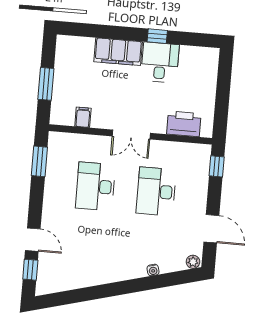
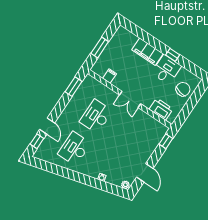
chair: (200, 78) -> (183, 89), added
desk: (156, 191) -> (74, 149), moved

